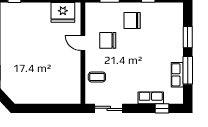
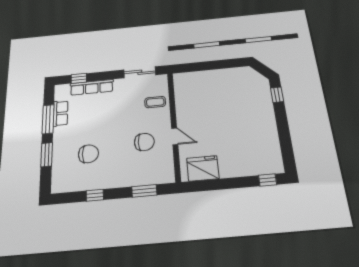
chair: (132, 20) -> (88, 154), moved
row of seats: (151, 98) -> (92, 87), width x1.48

